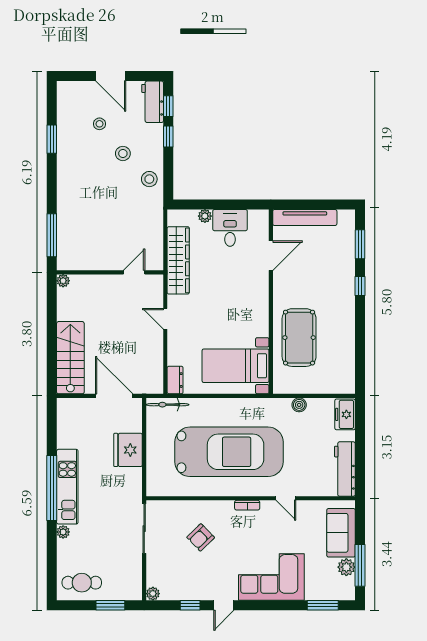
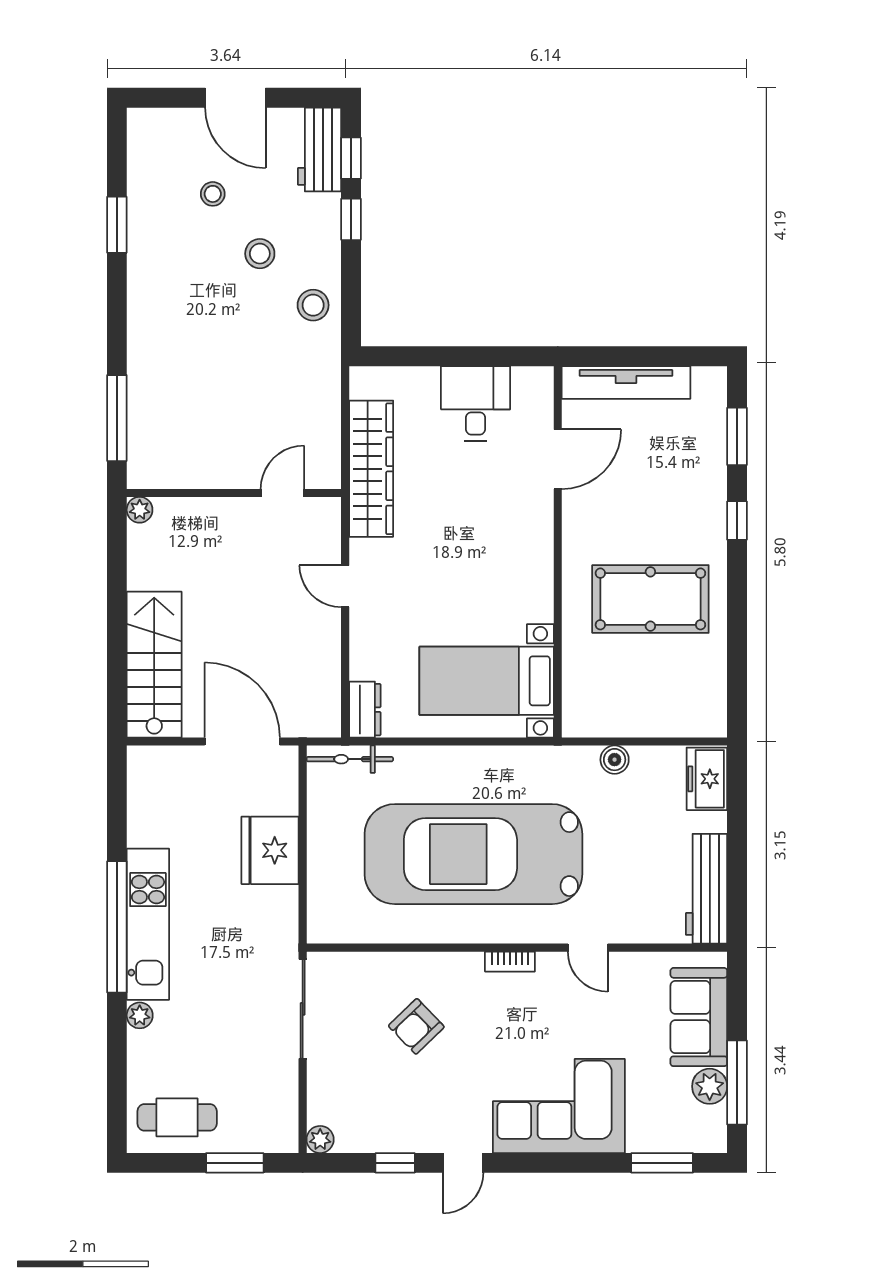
plant: (205, 216) -> (425, 379), removed
pool table: (299, 338) -> (650, 599), moved, turned 90
car: (229, 452) -> (473, 854), turned 180

